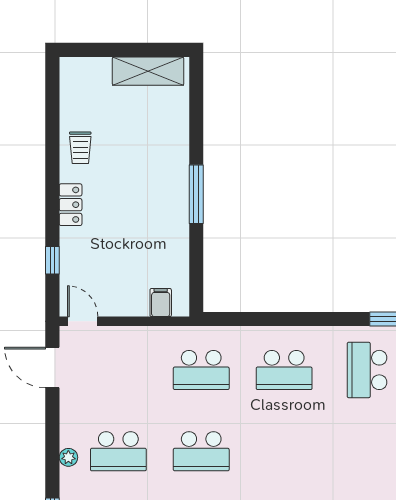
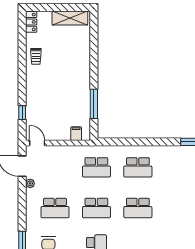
window: (196, 194) -> (94, 104), moved
locker: (71, 205) -> (31, 22), moved
school desk: (367, 370) -> (138, 208), moved, turned -90
plant: (68, 457) -> (30, 183), moved

